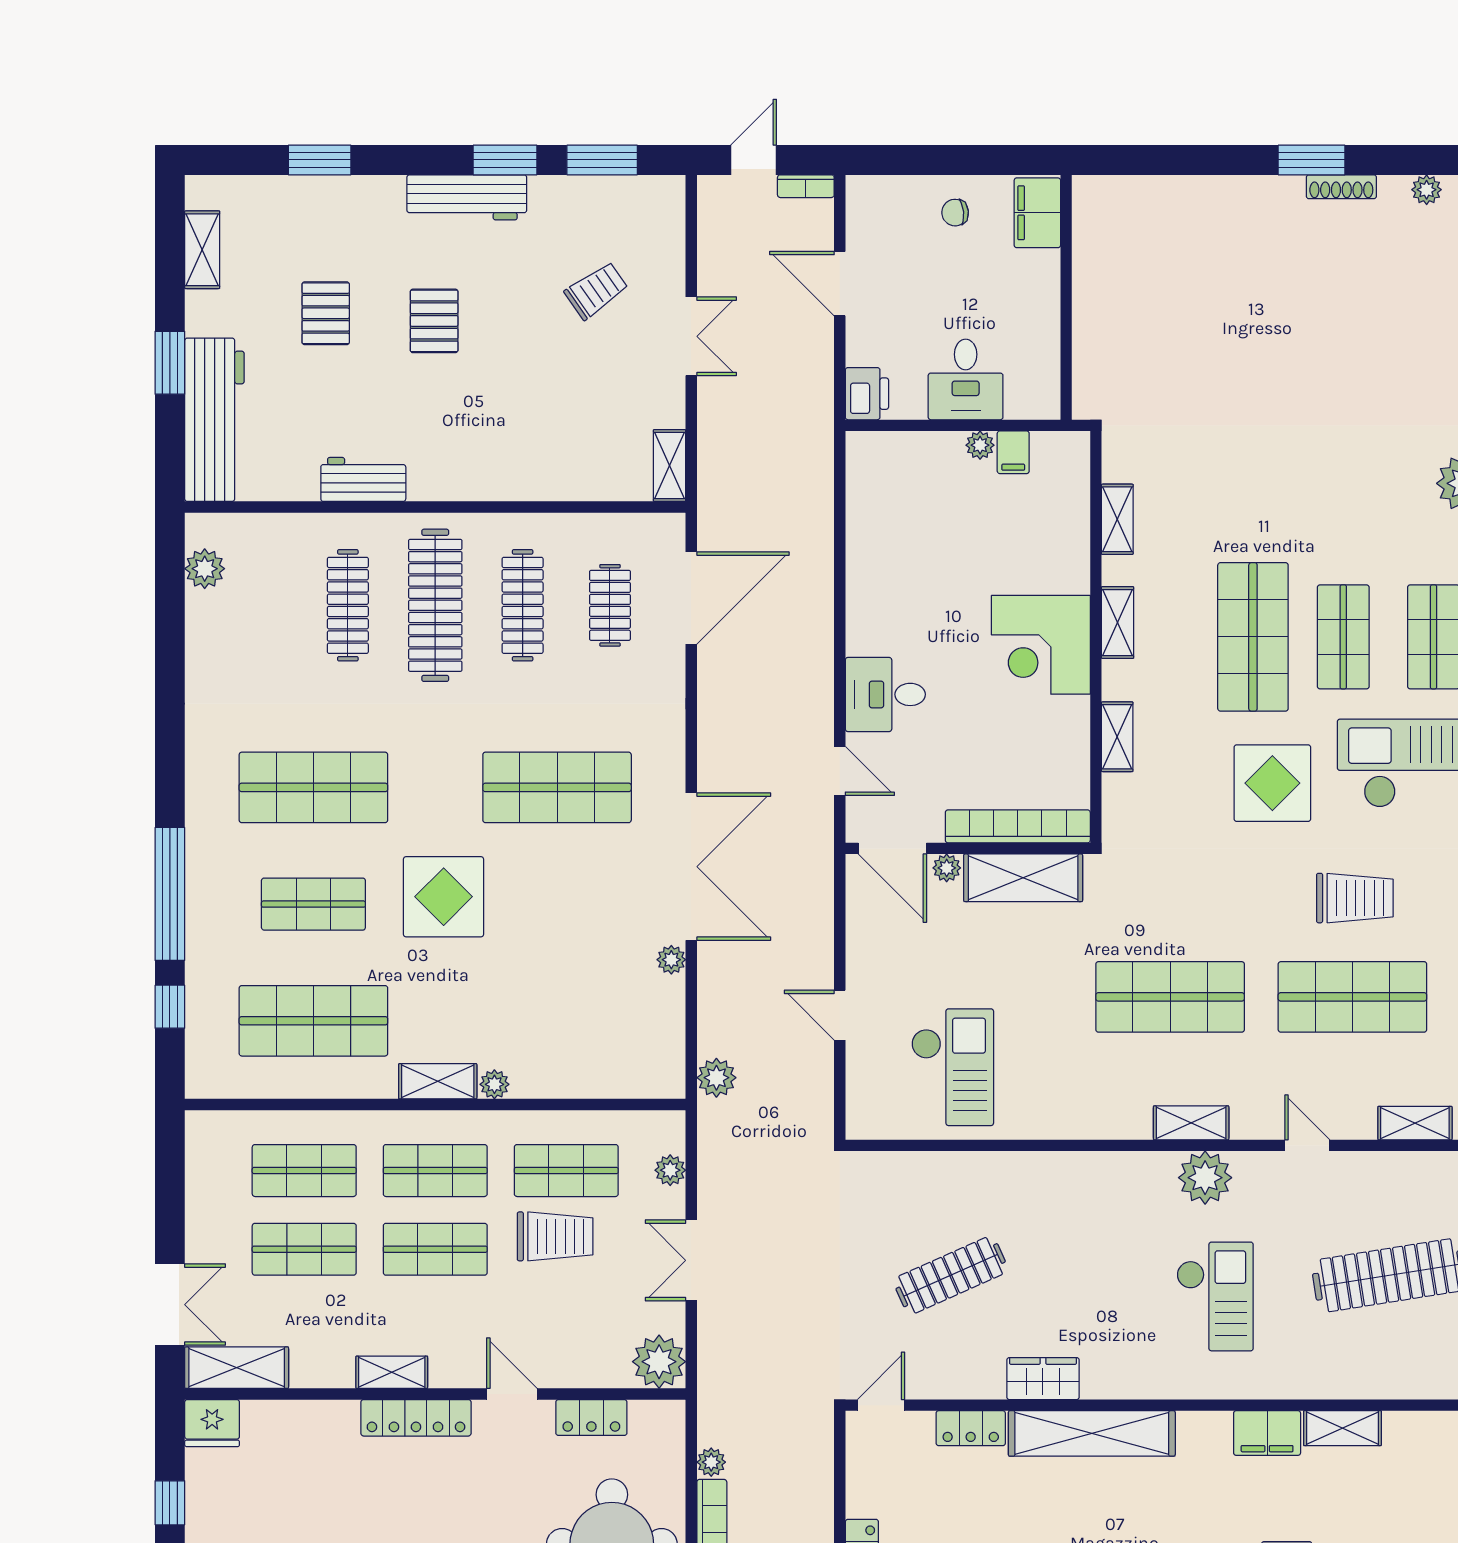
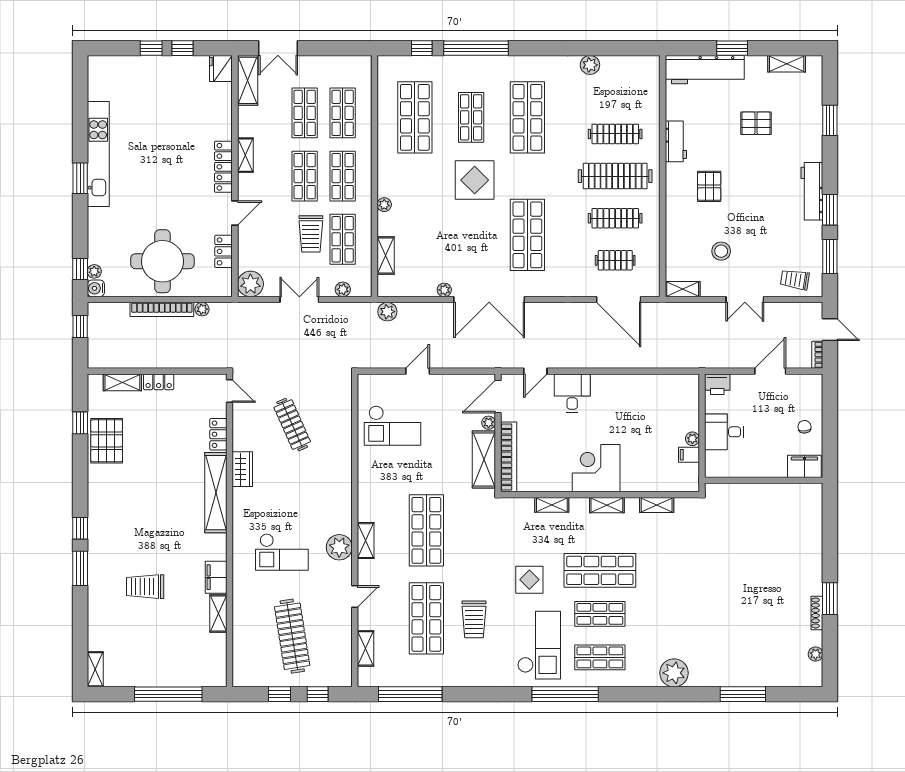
trolley: (596, 290) -> (795, 280), moved, turned 134
pallet: (434, 321) -> (709, 186), moved, turned 90
stool: (591, 386) -> (721, 251), added
plant: (205, 569) -> (590, 65), moved
display table: (1272, 783) -> (529, 580), width x0.73, depth x0.73
shelving: (438, 1081) -> (386, 256), moved

